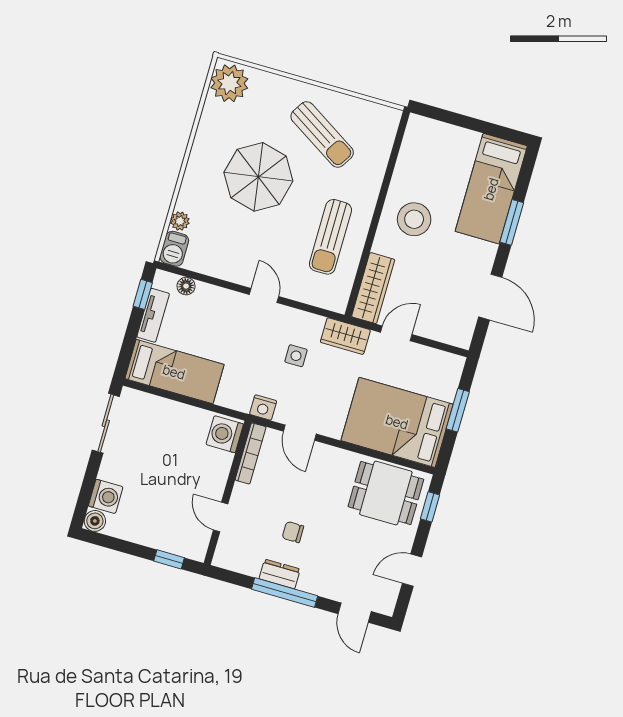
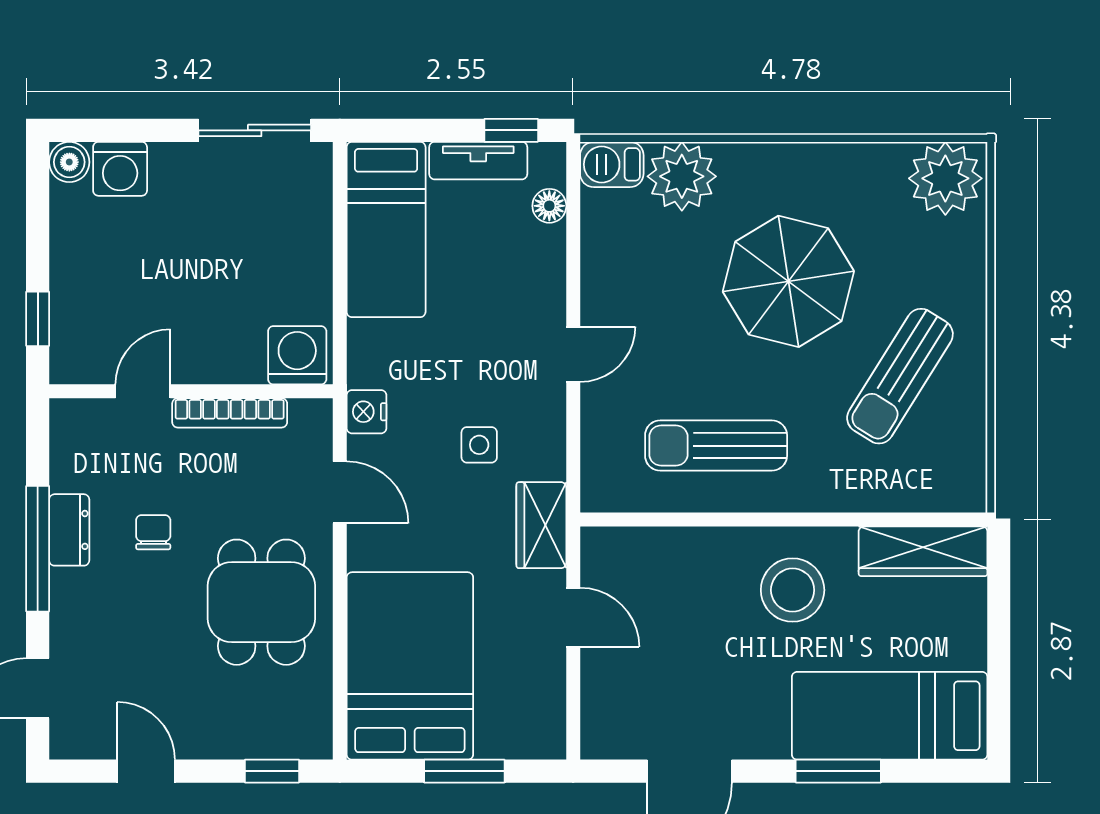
plant: (180, 221) -> (682, 176), width x1.88, depth x1.88
wardrobe: (373, 288) -> (923, 551), moved
door: (300, 433) -> (340, 492), swing flipped
bookcase: (251, 453) -> (230, 413), moved
dining table: (386, 493) -> (261, 602), moved

